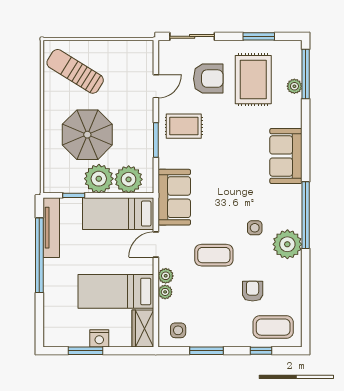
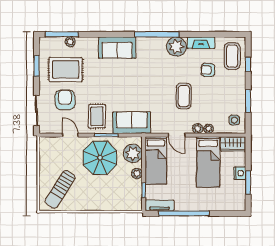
parasol: (87, 135) -> (100, 158), moved
plant: (99, 179) -> (137, 173), width x0.53, depth x0.53
sofa: (174, 197) -> (132, 123), moved
tv unit: (51, 228) -> (159, 205), width x0.71
side table: (255, 228) -> (165, 69), removed
fireplace: (293, 281) -> (201, 43), added

